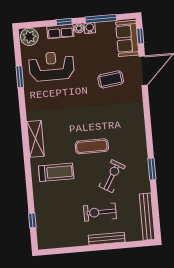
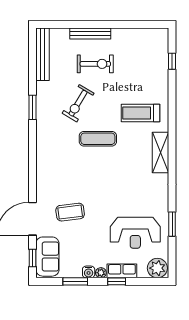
window: (101, 19) -> (75, 281), width x0.69

